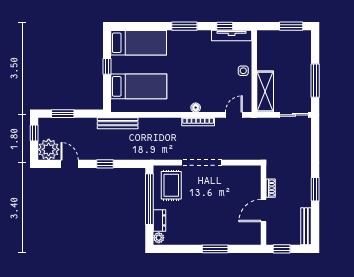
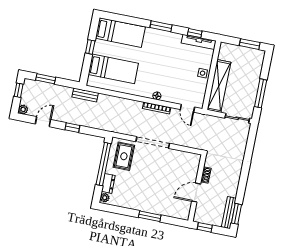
shelving: (265, 92) -> (219, 86), width x1.47
door: (234, 115) -> (187, 108), swing flipped
bench: (118, 123) -> (85, 95), width x0.73
plant: (49, 149) -> (23, 109), width x0.53, depth x0.53
door: (70, 164) -> (43, 122), hinge flipped
window: (315, 189) -> (237, 214), moved

